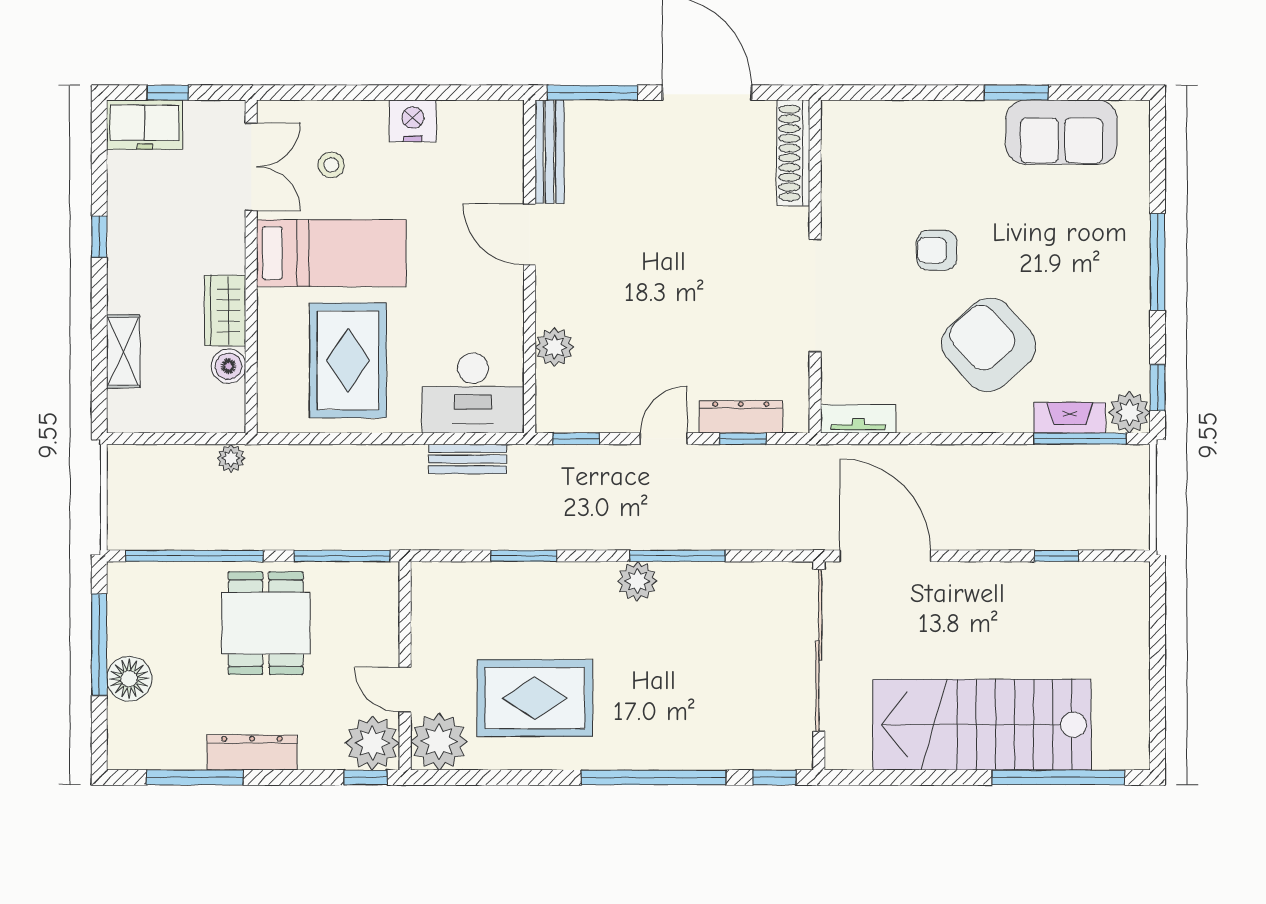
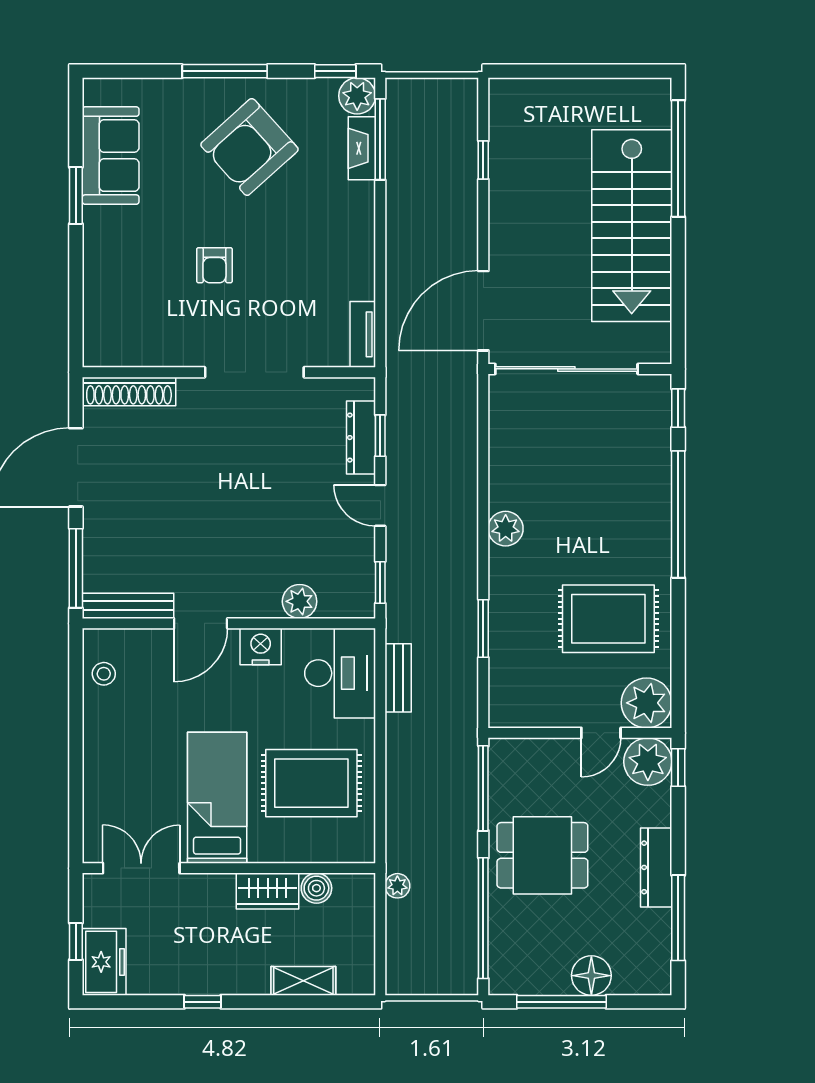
nightstand: (413, 121) -> (261, 647), moved, turned 90
stool: (331, 165) -> (104, 674), moved
armchair: (989, 345) -> (249, 147), moved
window: (678, 556) -> (483, 493), removed
rug: (535, 698) -> (608, 619), turned 90

